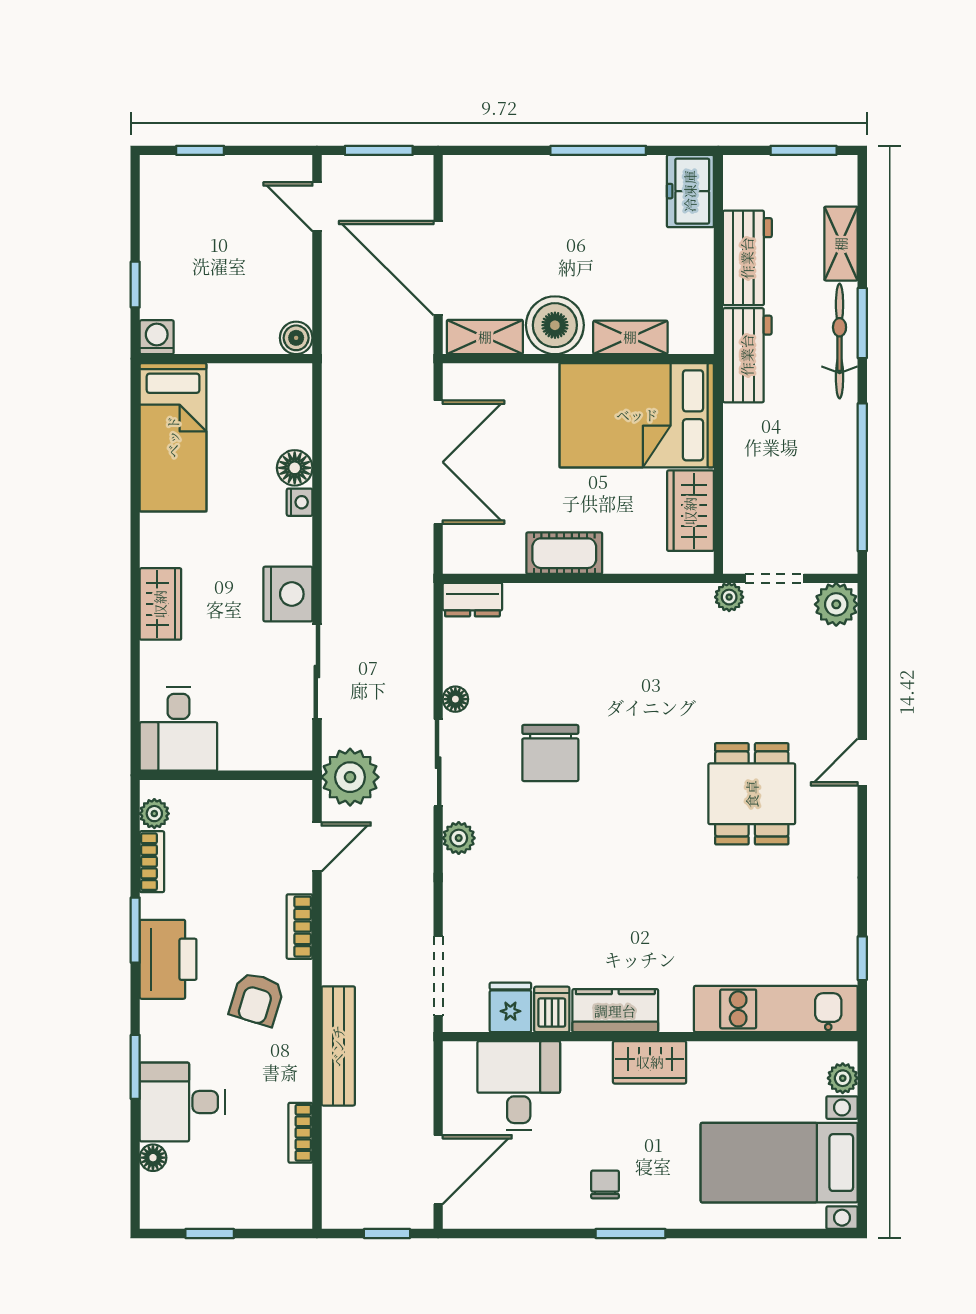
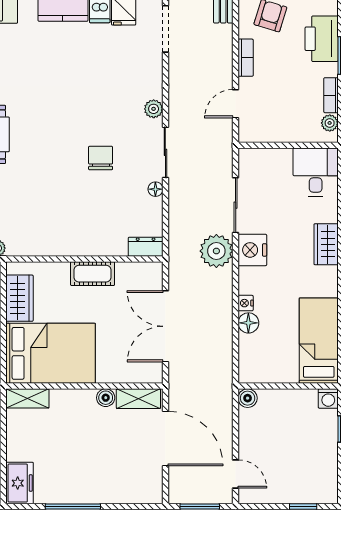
boiler: (555, 325) -> (106, 398), width x0.54, depth x0.54
shelving: (630, 337) -> (27, 398), moved
chair: (550, 753) -> (101, 158), width x0.73, depth x0.73
plant: (350, 777) -> (216, 251), moved

